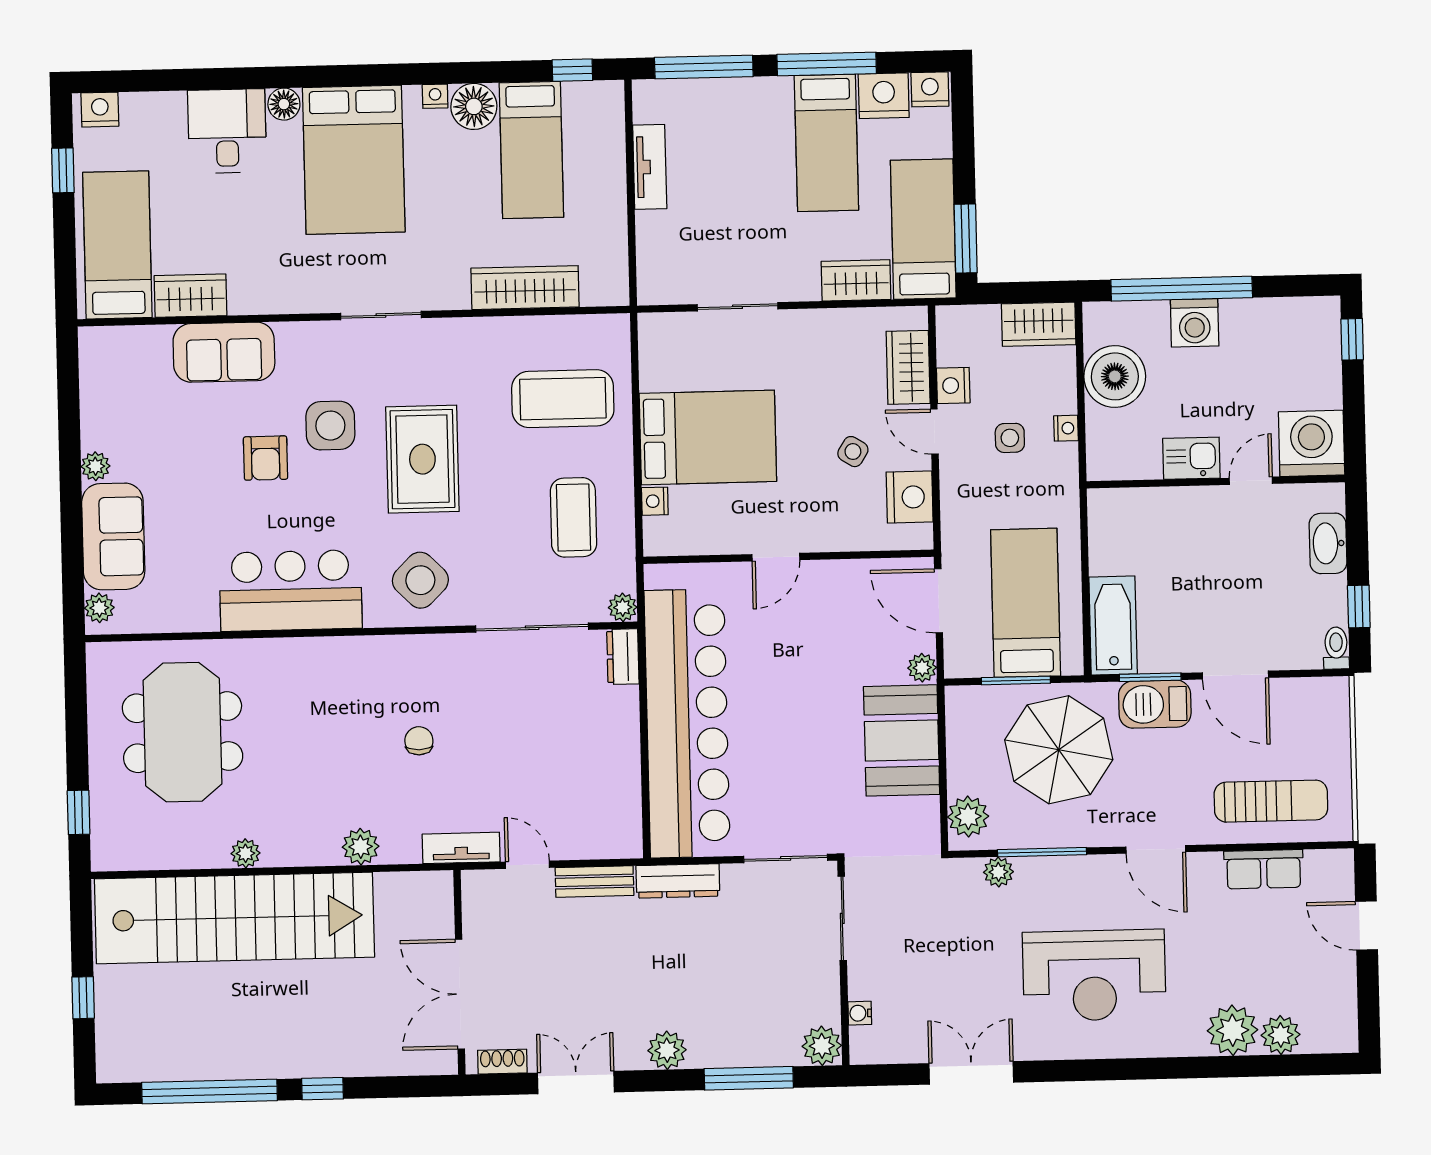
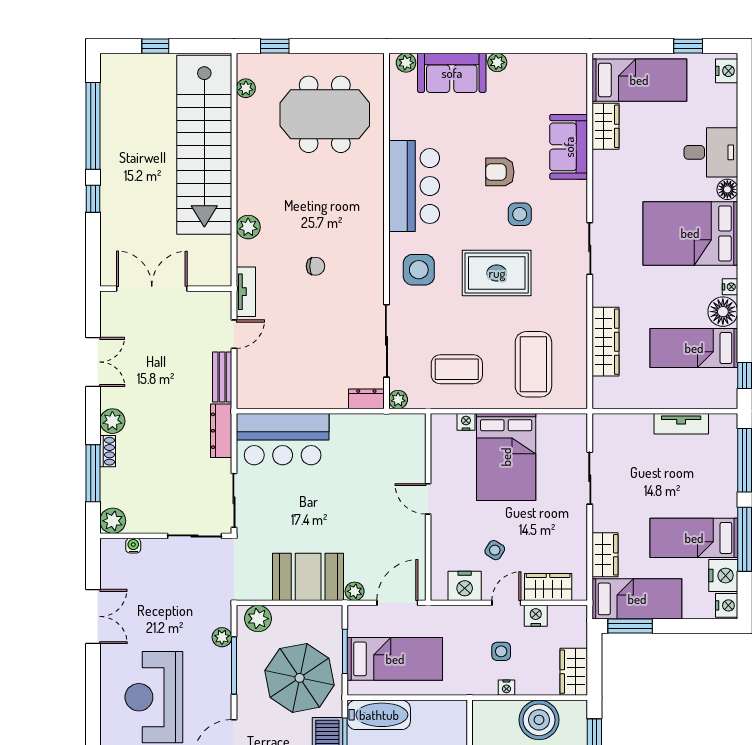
side table: (330, 426) -> (520, 214), width x0.73, depth x0.73
side table: (420, 580) -> (419, 270), turned 45
bar counter: (687, 723) -> (283, 439), width x0.54
plant: (245, 853) -> (246, 88), moved
shoe rack: (502, 1062) -> (108, 451), moved

